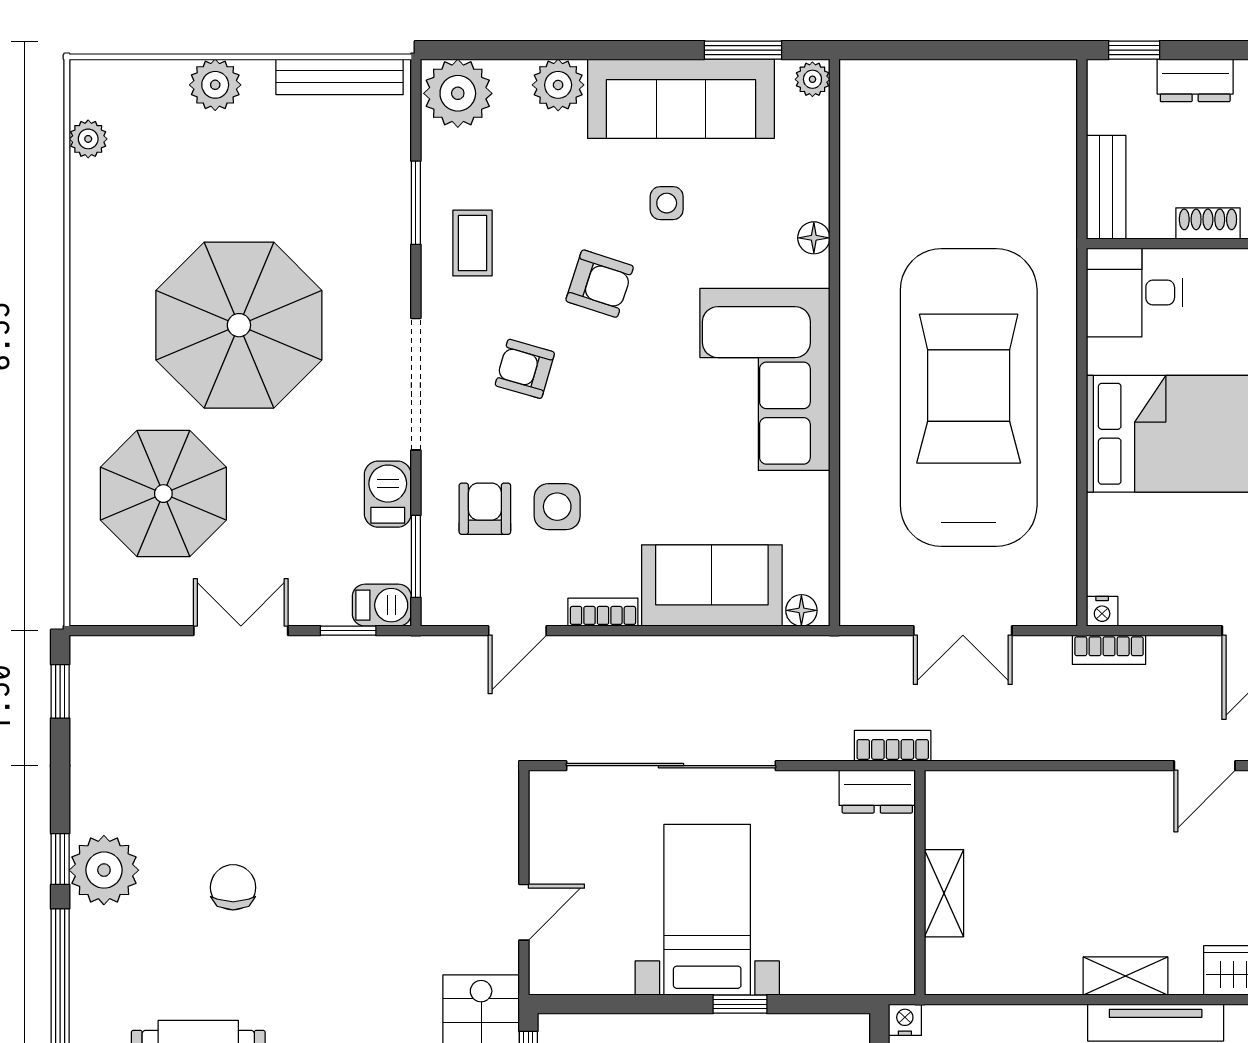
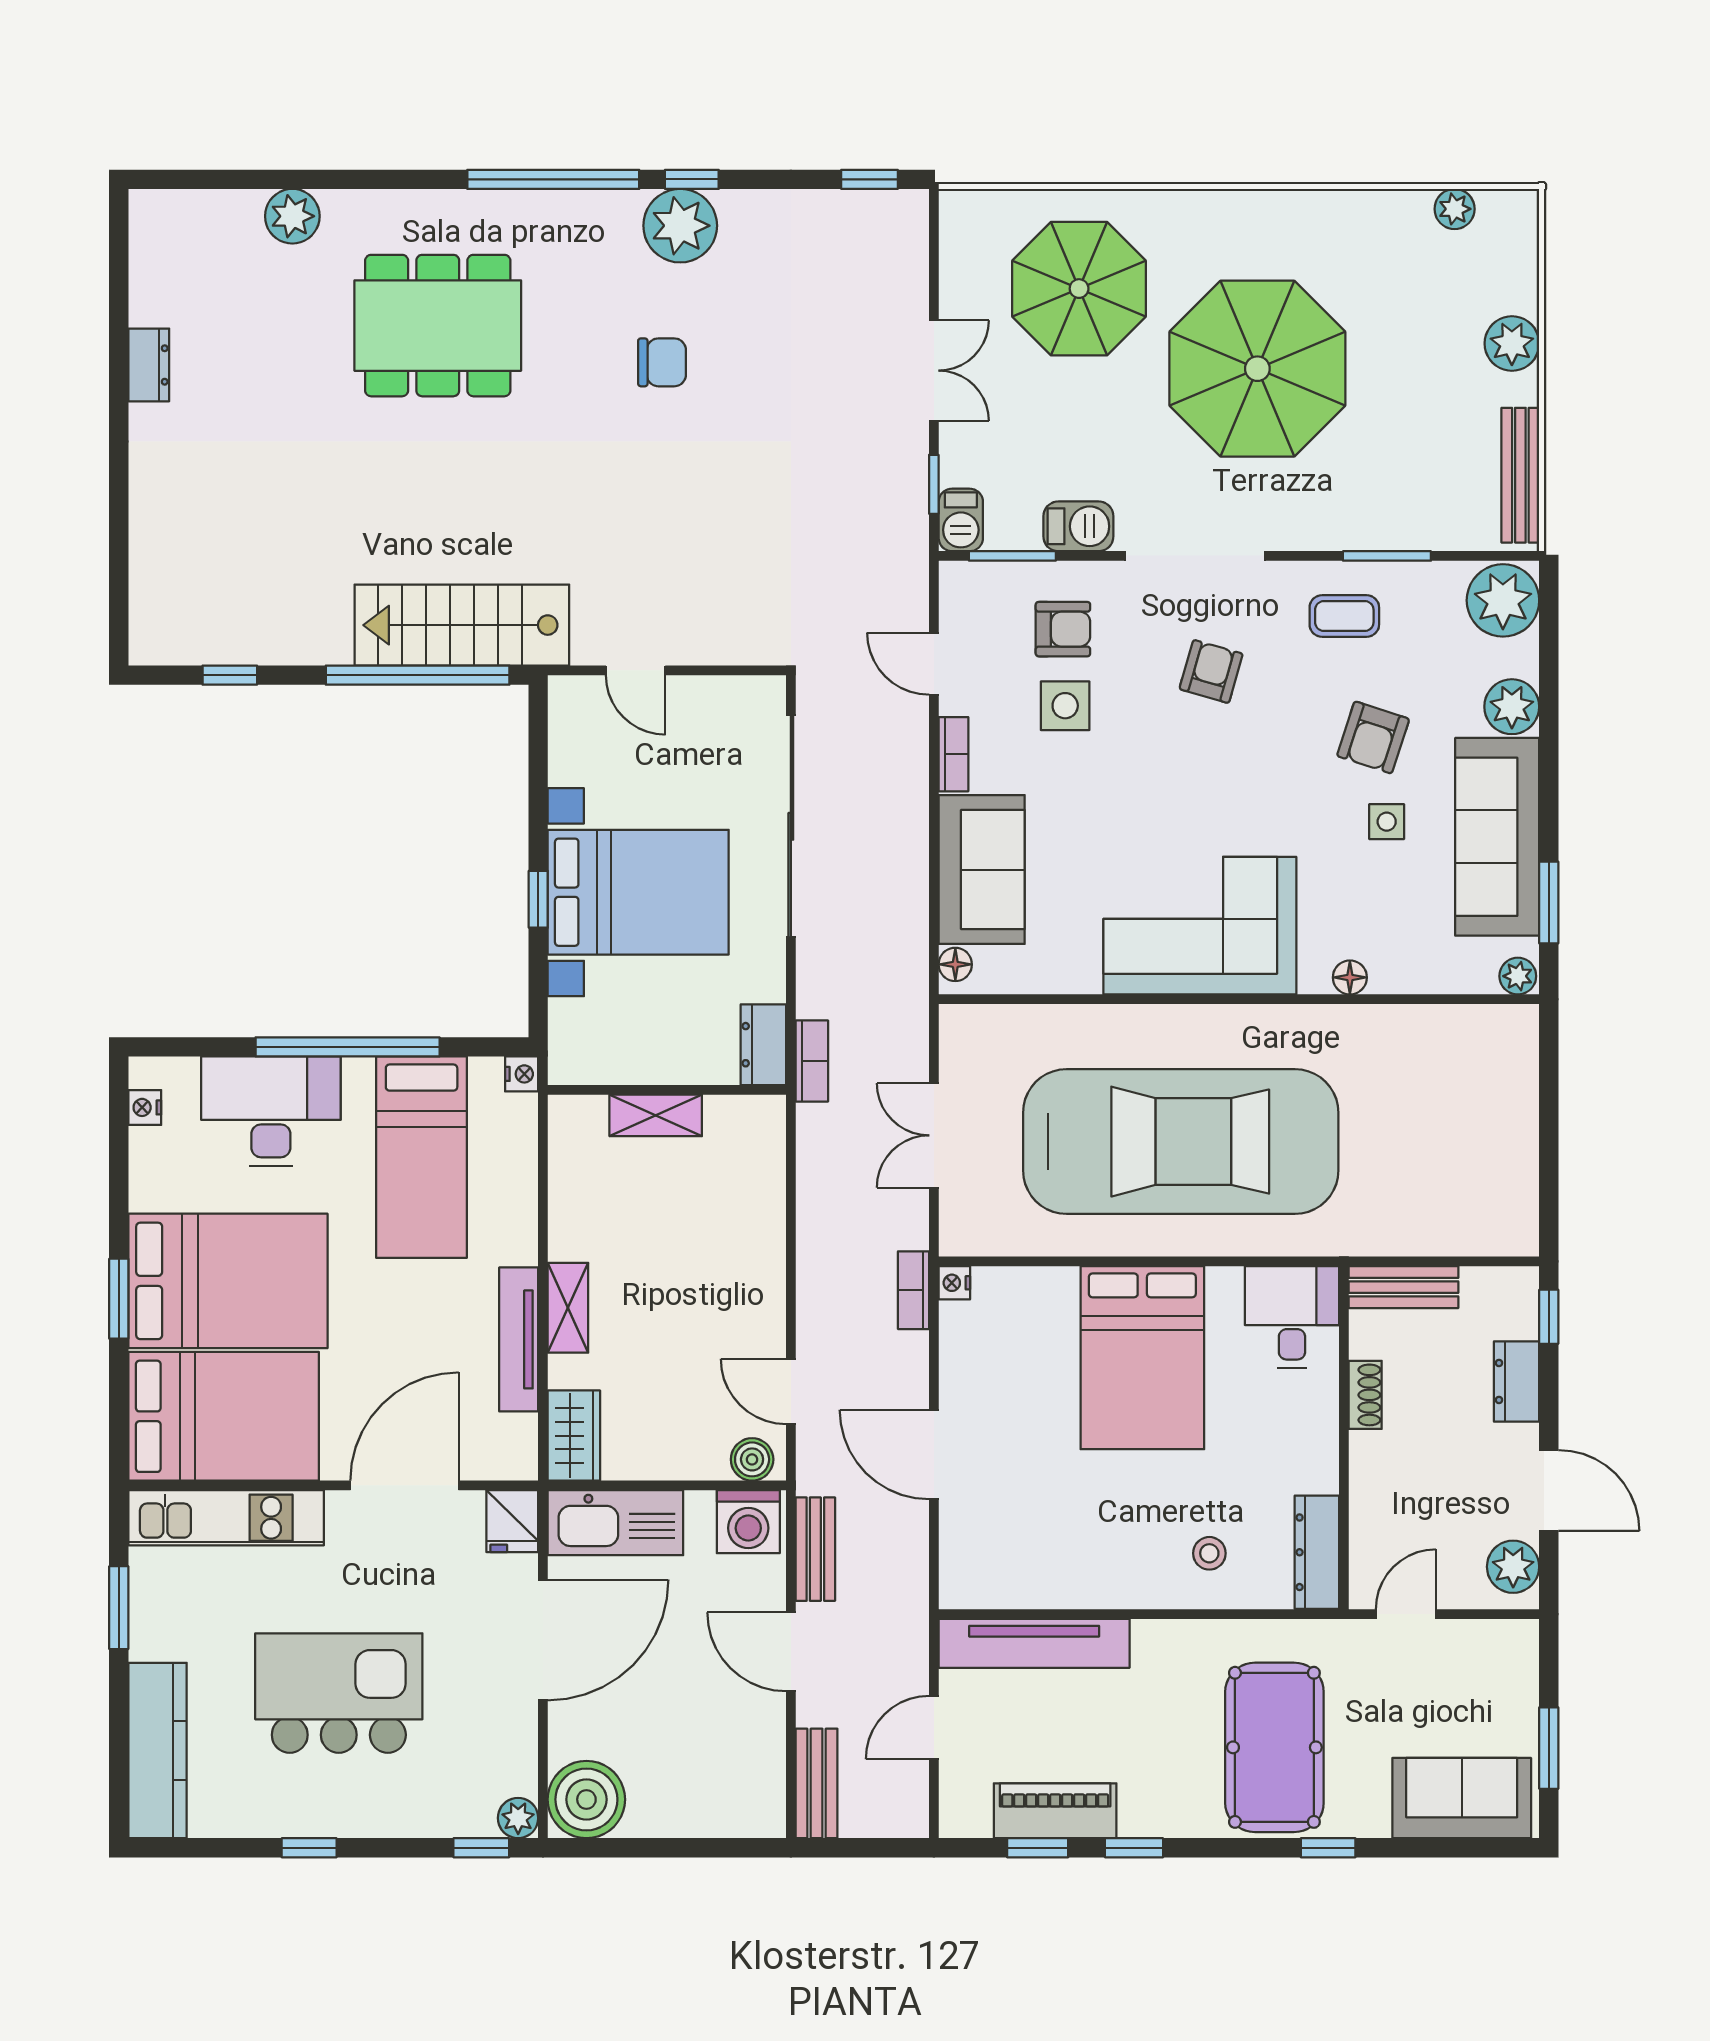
armchair: (600, 284) -> (1373, 737), moved
bed with nightstands: (707, 910) -> (638, 892), width x1.36

